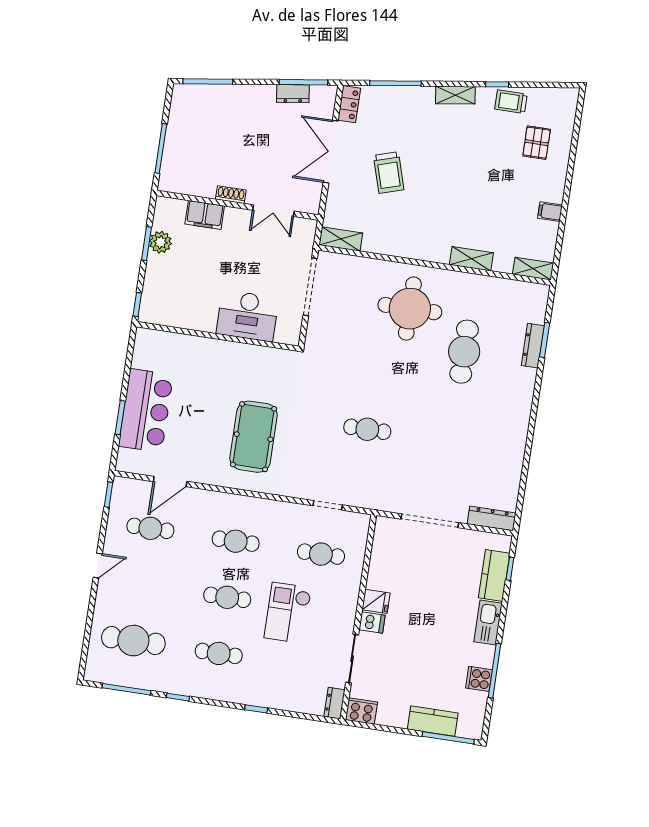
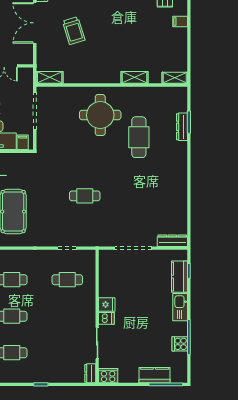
filing cabinet: (550, 212) -> (180, 22), moved
filing cabinet: (284, 332) -> (23, 142), added
checkout: (288, 613) -> (52, 320), removed

